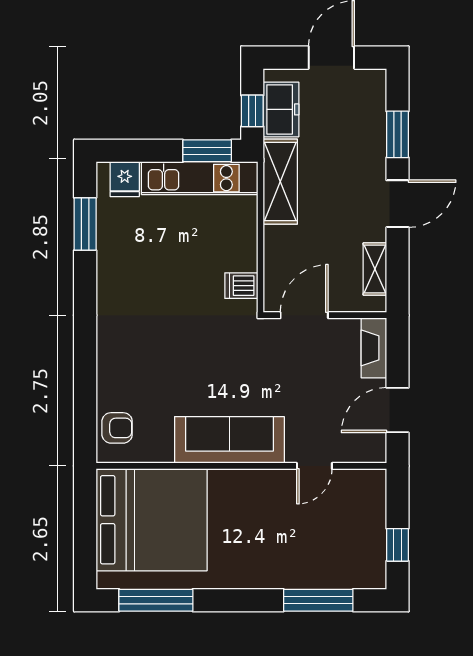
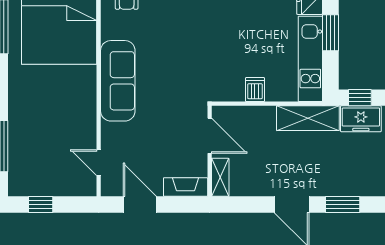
window: (207, 151) -> (330, 33), moved
shelving: (375, 269) -> (220, 177), moved, turned 90
dishwasher: (241, 286) -> (255, 90), moved
door: (314, 466) -> (99, 163), moved

